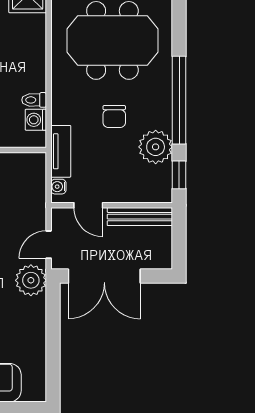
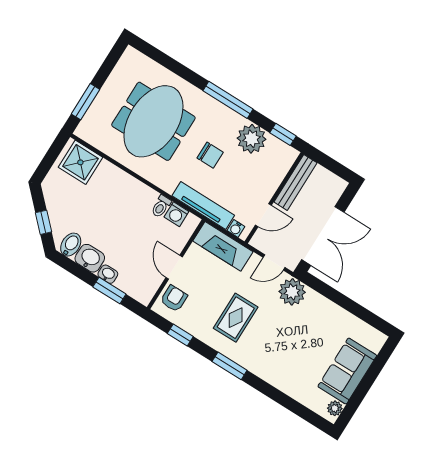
window: (179, 100) -> (228, 100), width x0.68
tv unit: (61, 151) -> (203, 206), width x1.41
fireplace: (33, 185) -> (223, 246), added
door: (49, 245) -> (274, 262), hinge flipped

